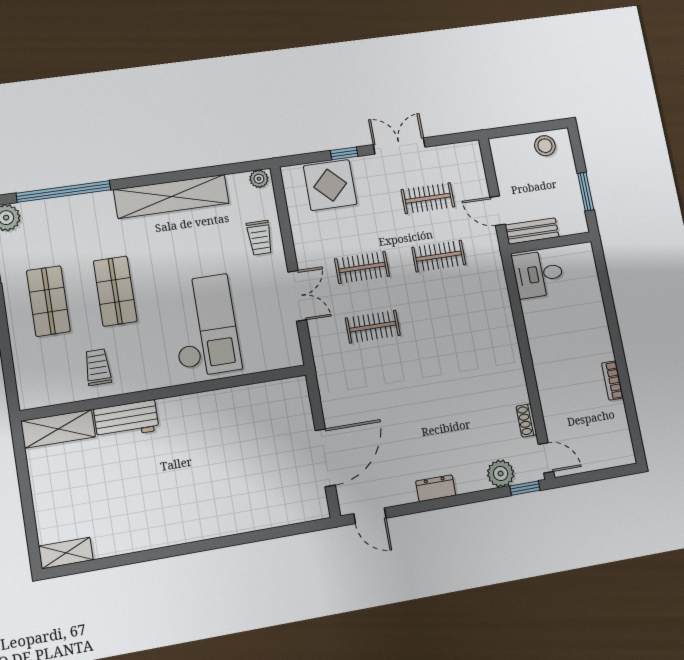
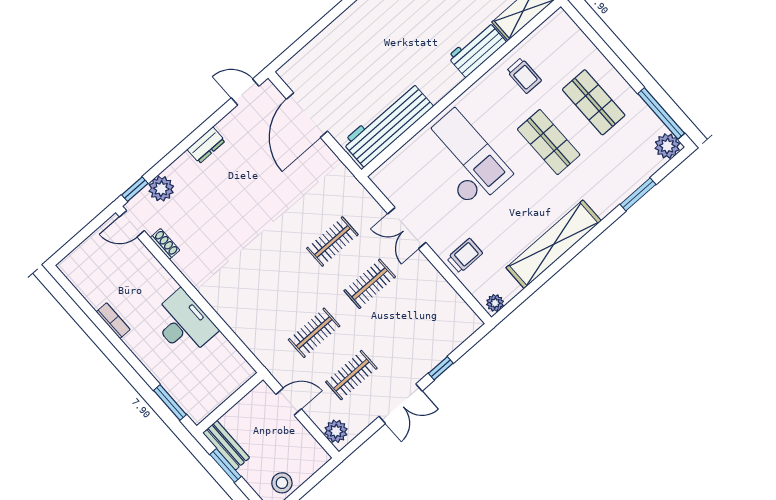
plant: (471, 159) -> (336, 431), added
display table: (330, 185) -> (436, 335), removed
window: (64, 191) -> (638, 194), width x0.47
bench: (532, 231) -> (226, 445), moved, turned 90
trolley: (260, 238) -> (465, 256), turned 90
desk: (538, 274) -> (183, 324), moved, width x1.37
window: (603, 277) -> (170, 403), added
checkout: (205, 326) -> (464, 159), turned 180
workbench: (255, 402) -> (388, 124), added

